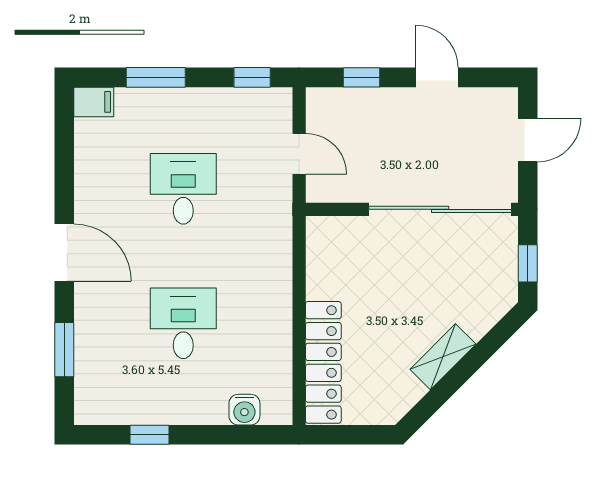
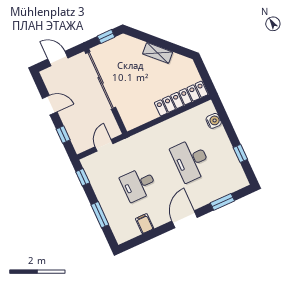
door: (437, 77) -> (50, 105), swing flipped
filing cabinet: (94, 102) -> (145, 224), moved
desk: (183, 323) -> (191, 160), width x1.37

